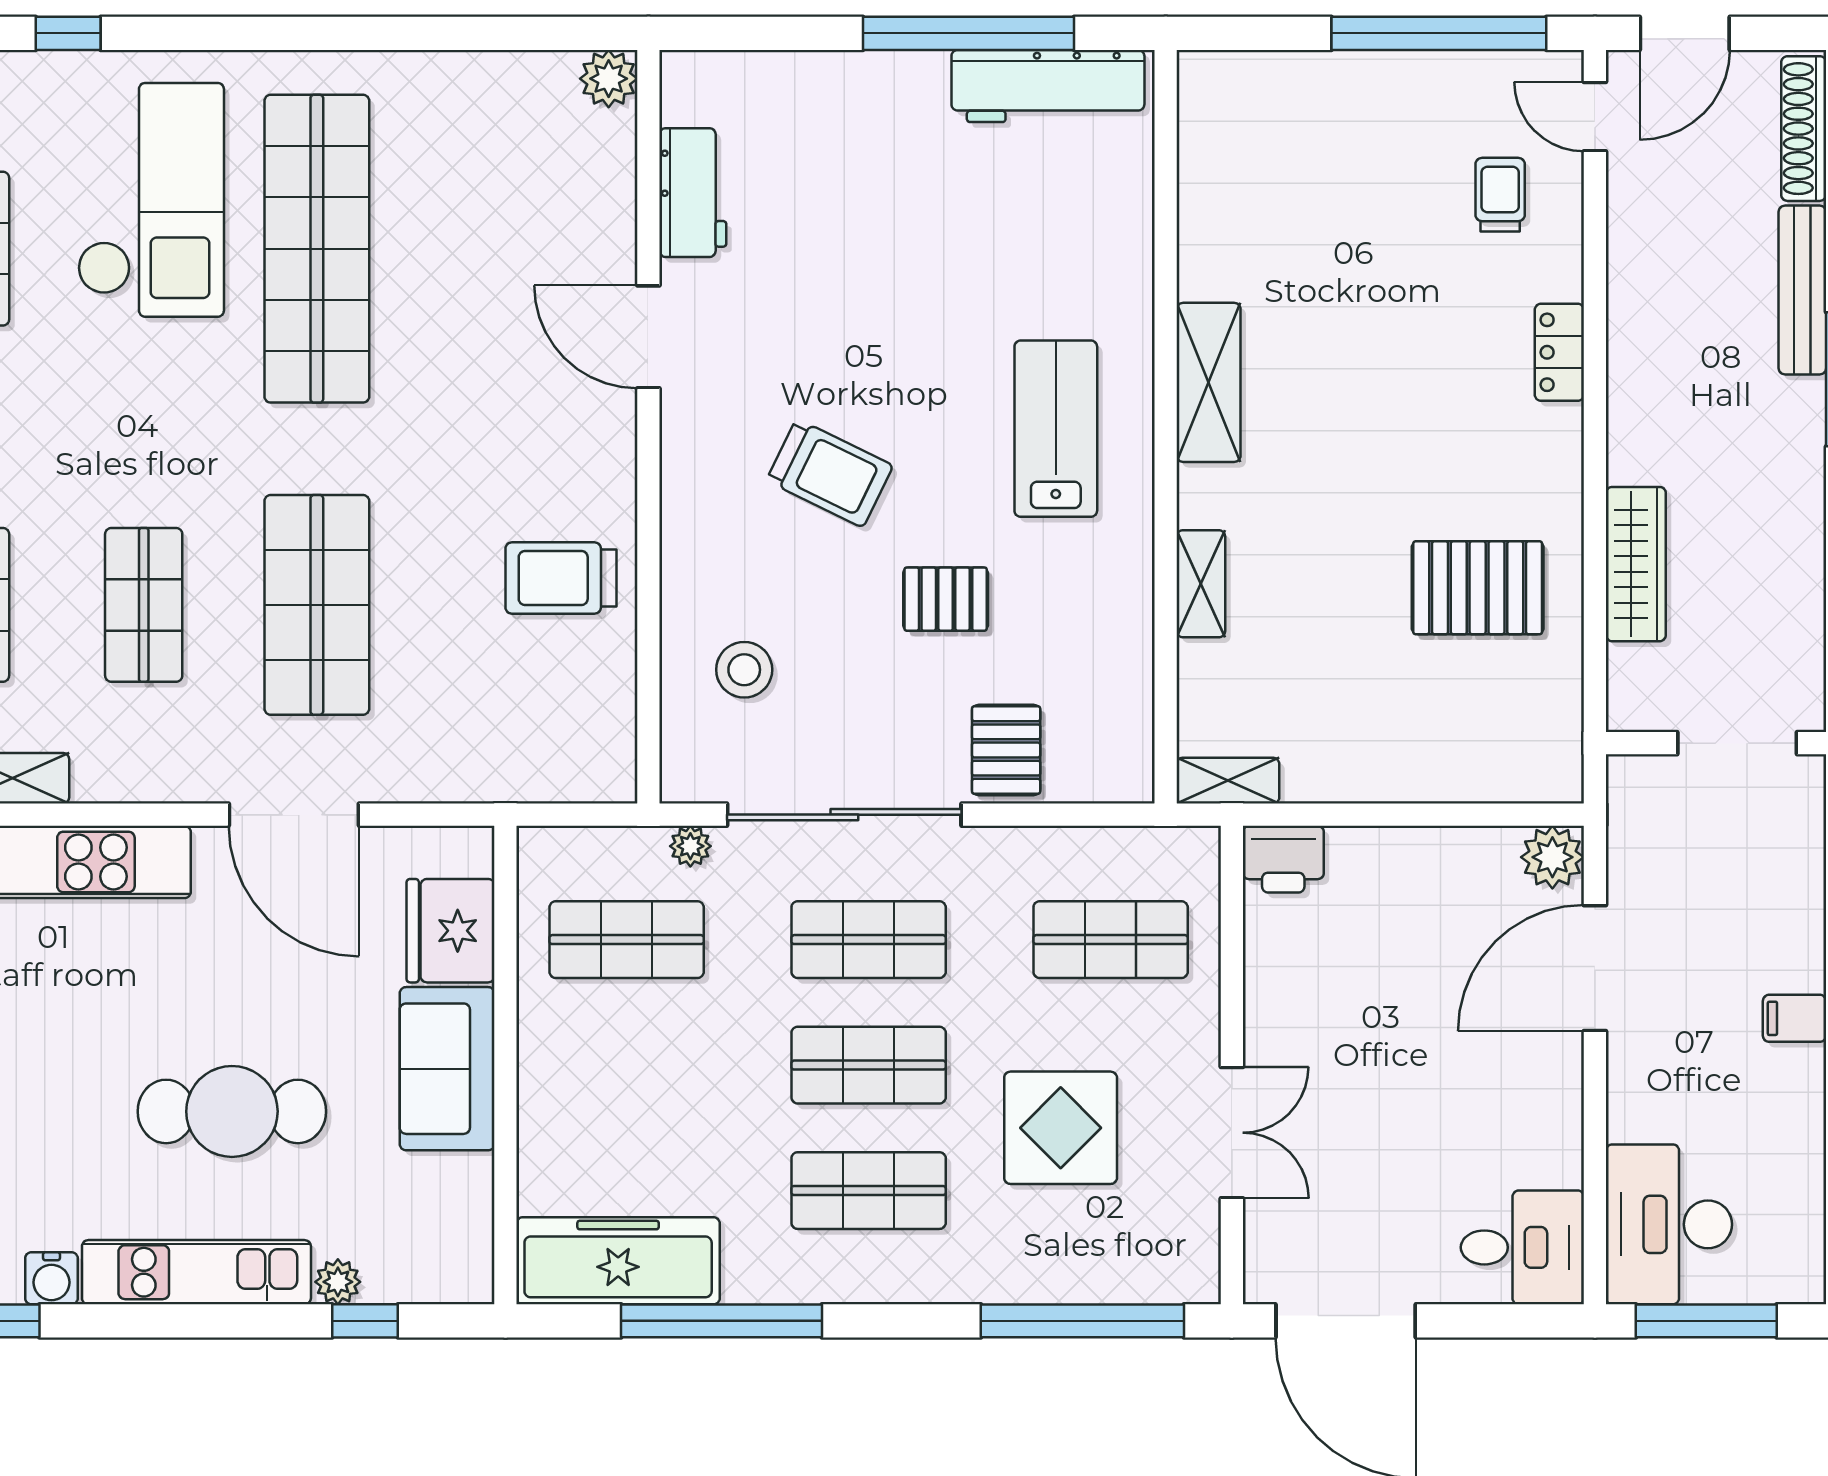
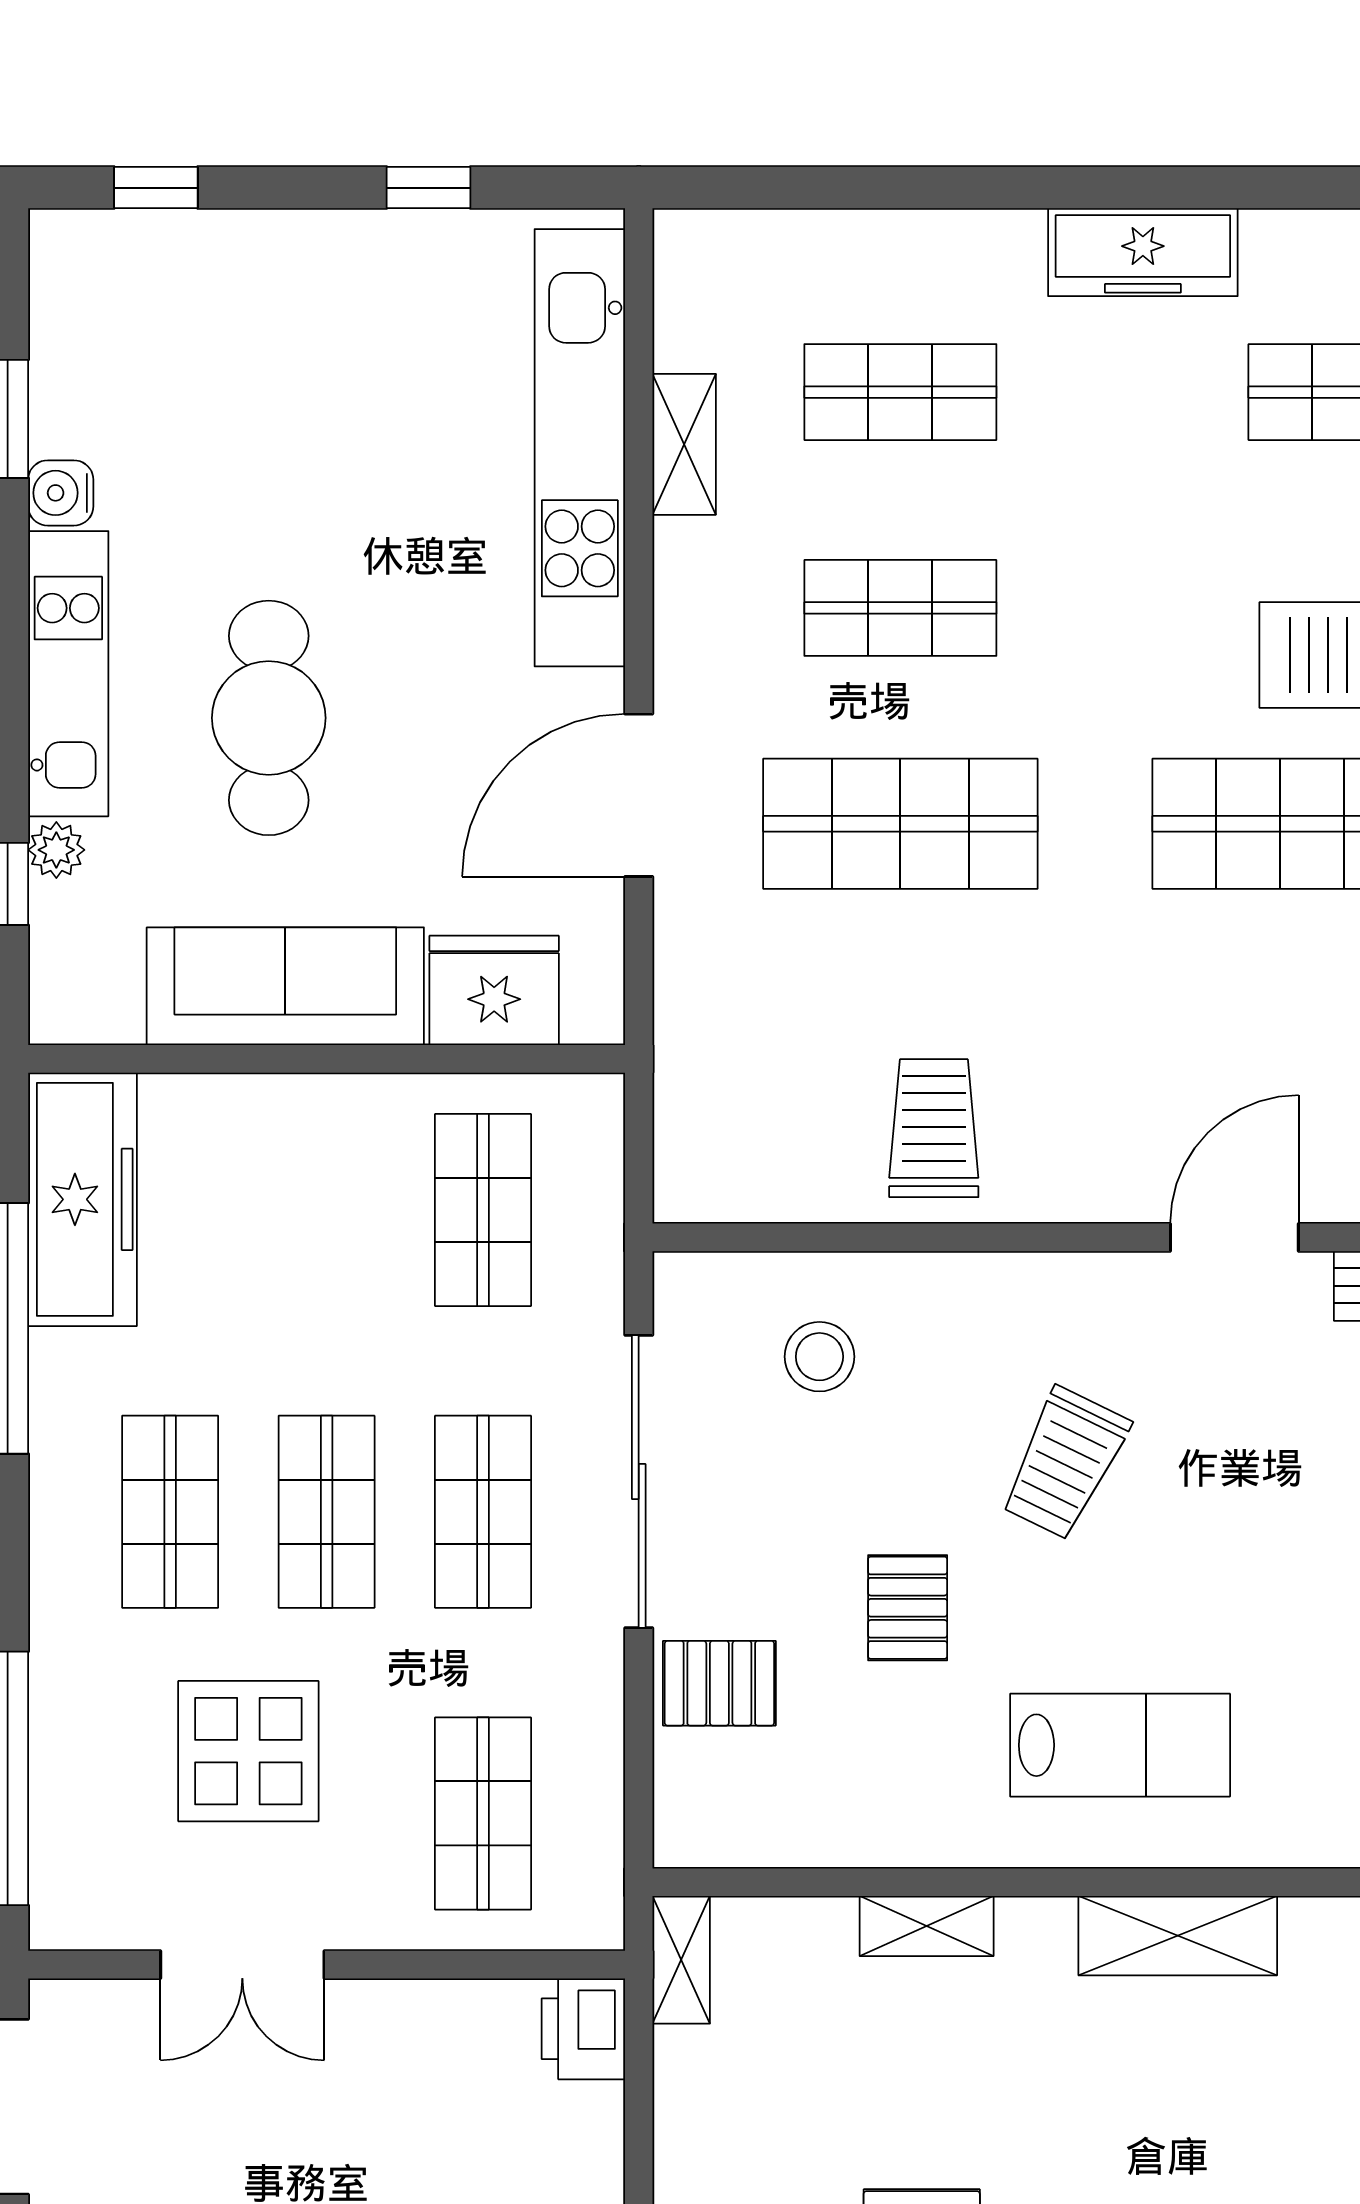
plant: (690, 846) -> (599, 1290), removed
sofa: (447, 1069) -> (285, 986), width x1.36

